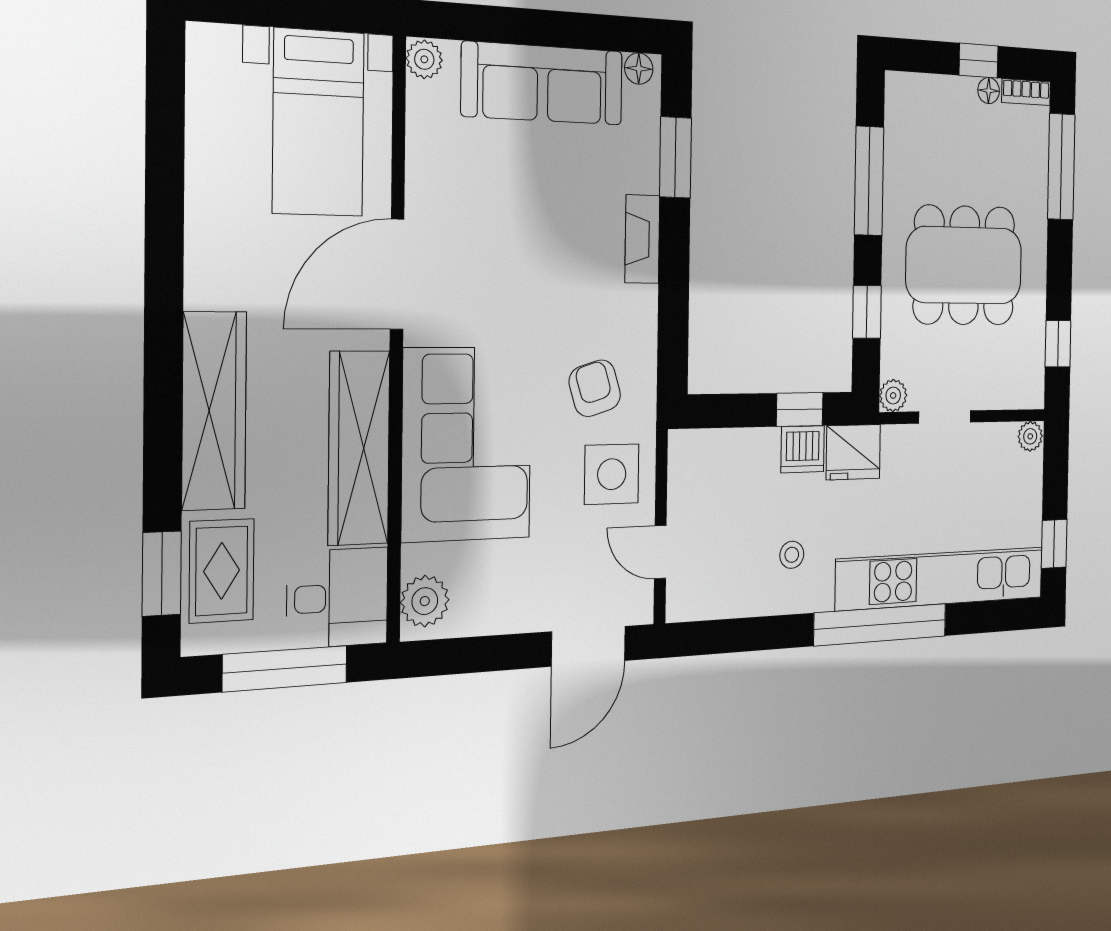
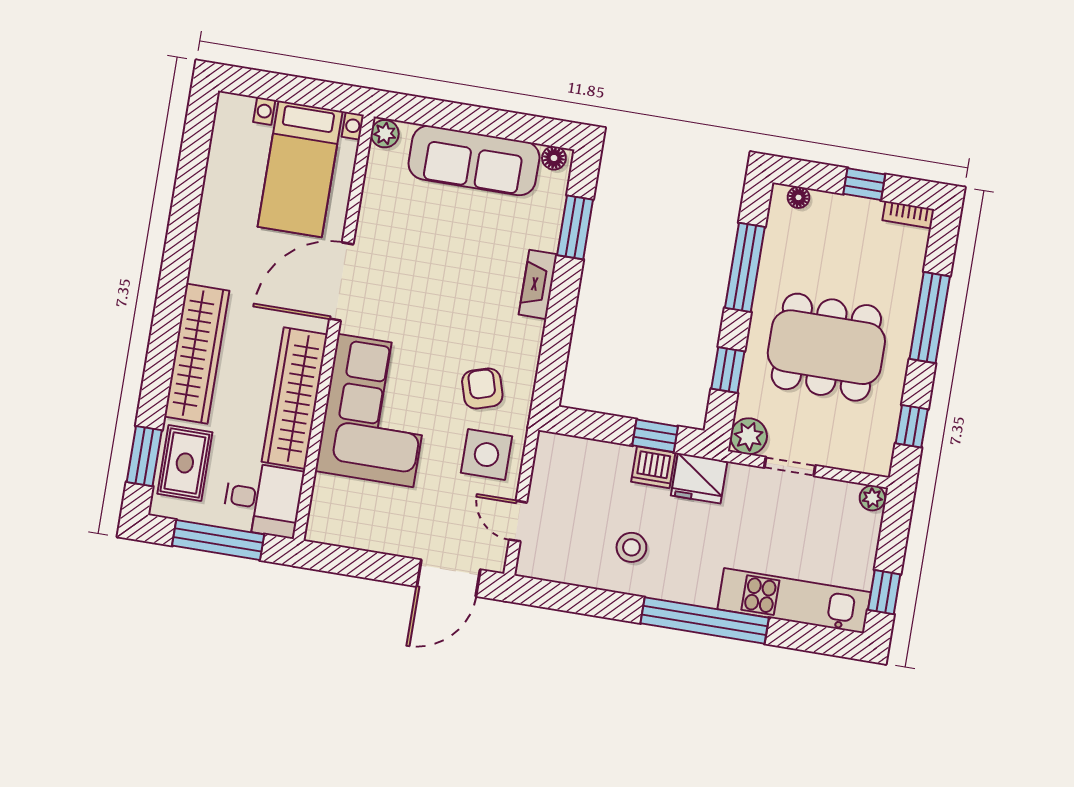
floor lamp: (989, 91) -> (798, 197), moved
window: (1061, 167) -> (930, 318), moved
plant: (893, 396) -> (749, 436), width x1.38, depth x1.38
stool: (792, 555) -> (631, 547), width x1.37, depth x1.37
kitchen unit: (941, 579) -> (794, 601), width x0.73
plant: (425, 601) -> (326, 516), removed

